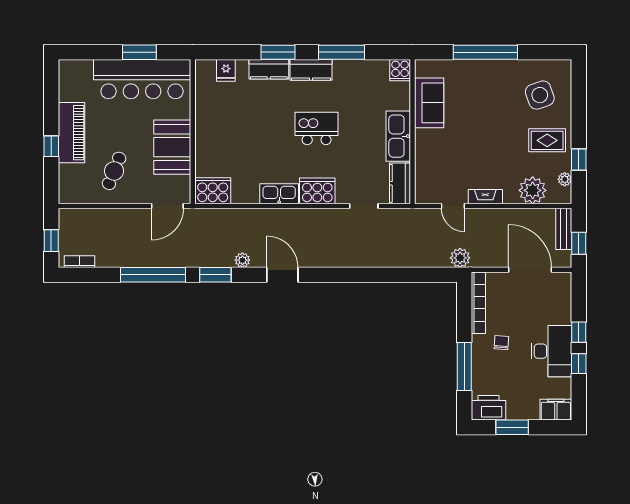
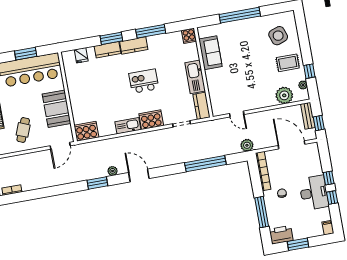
fireplace: (485, 197) -> (256, 105), removed
window: (153, 275) -> (205, 164), moved
filing cabinet: (556, 410) -> (328, 228), width x0.50

